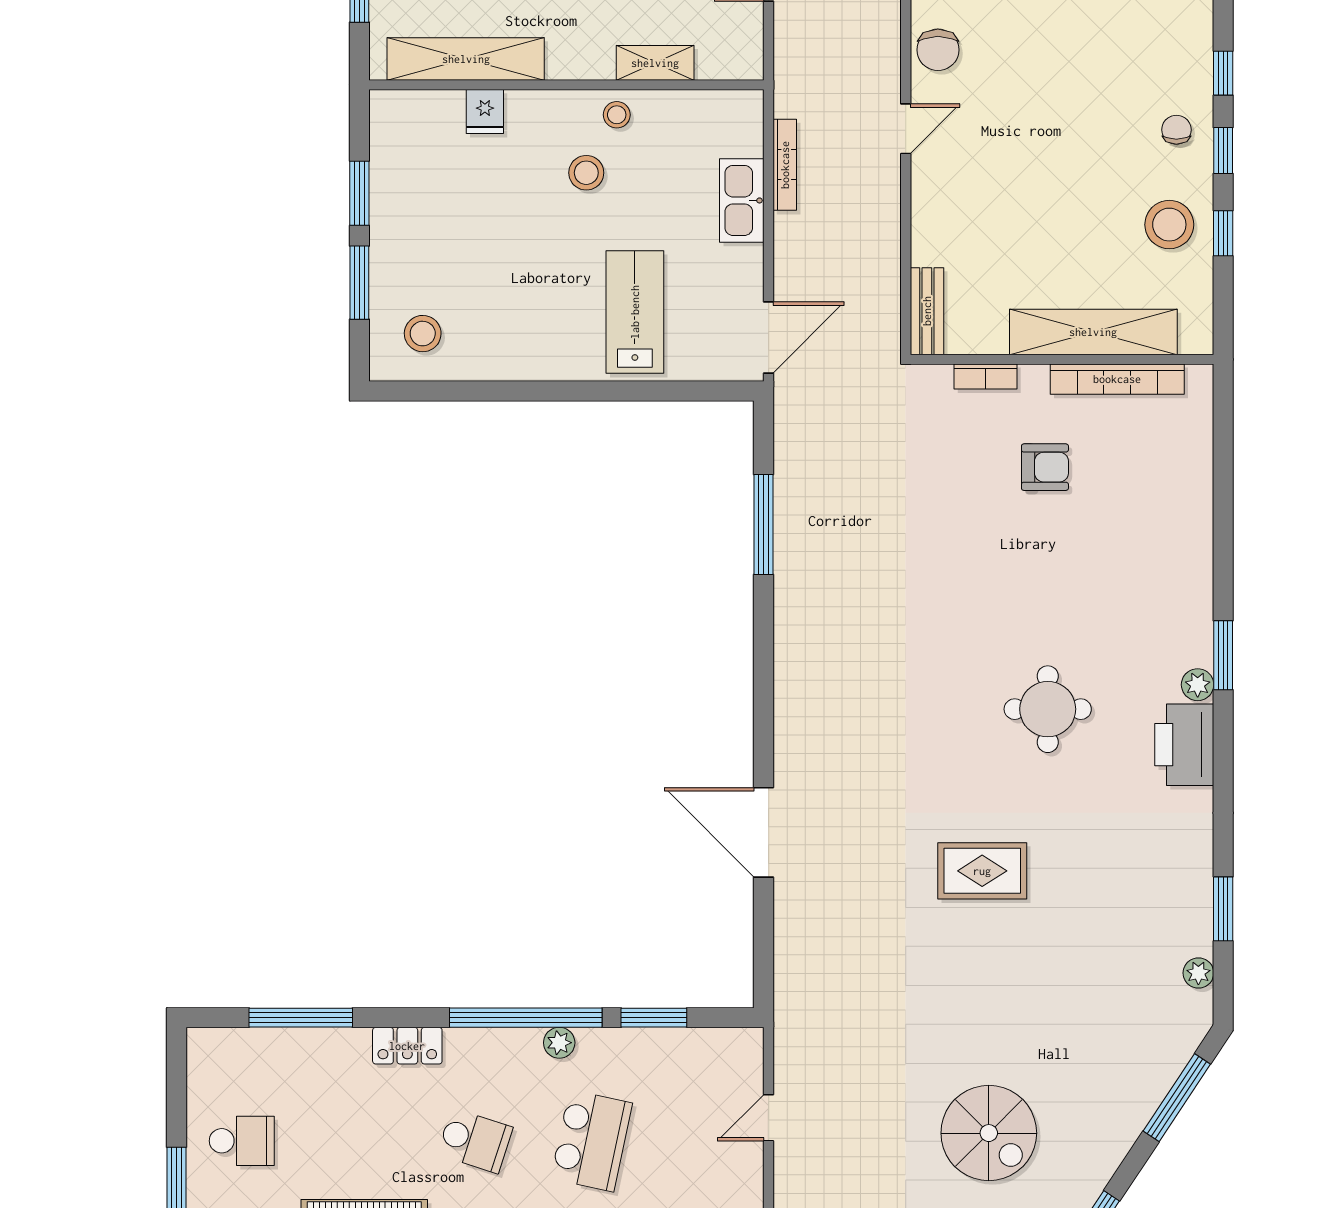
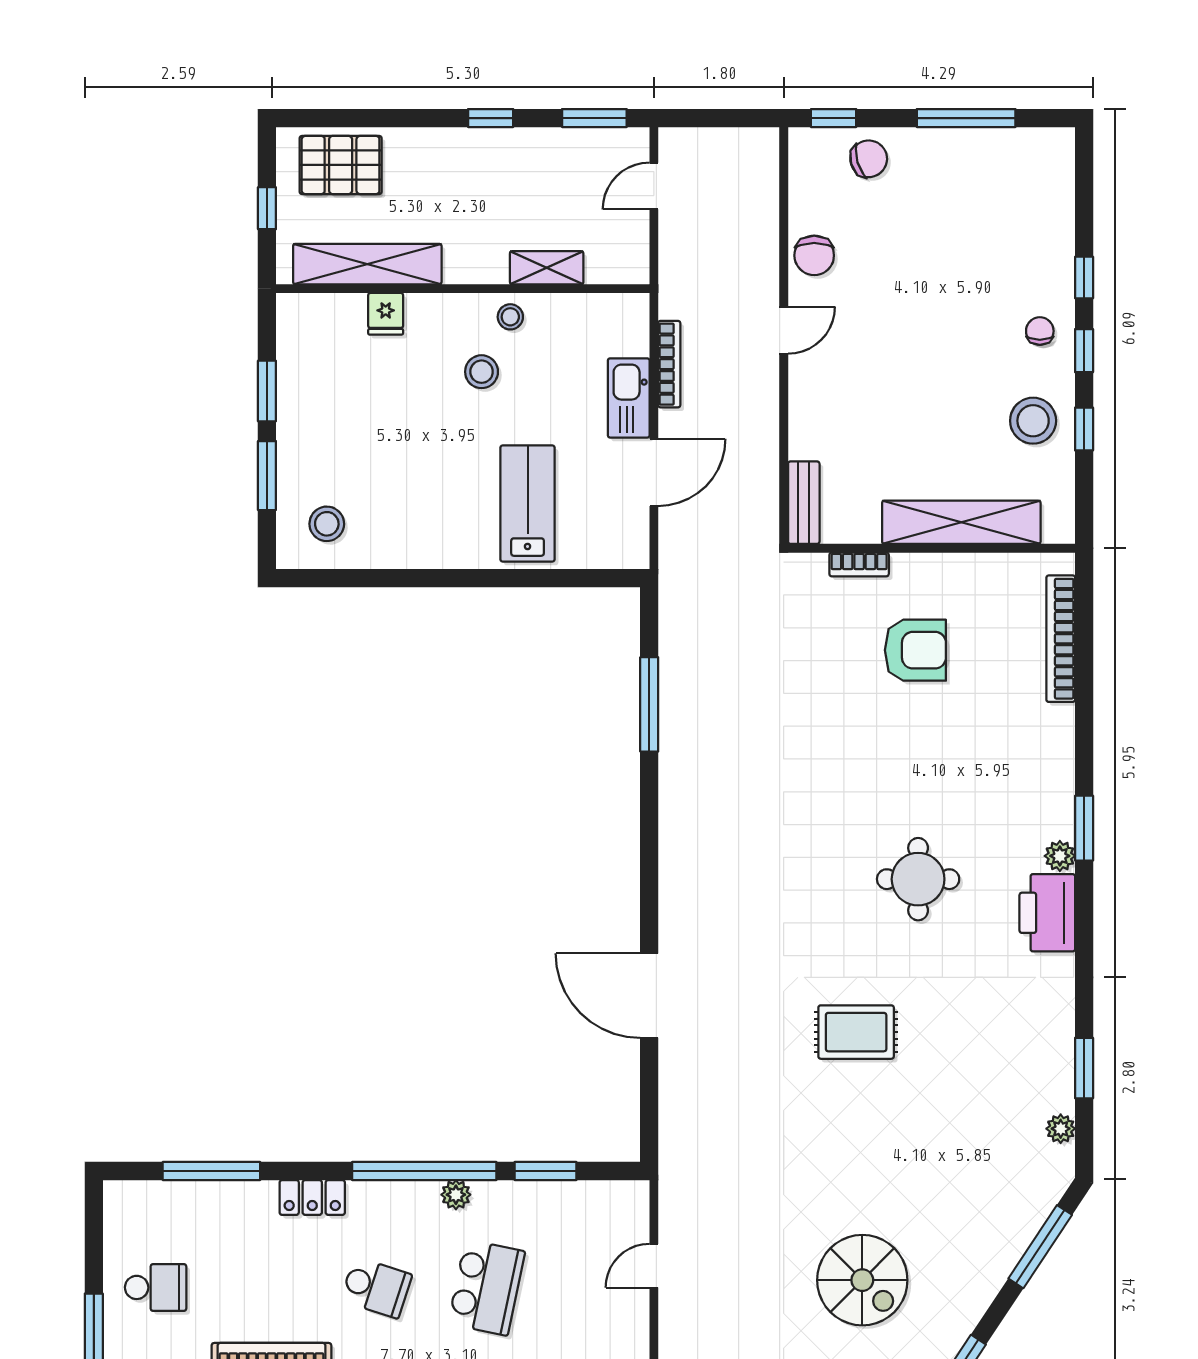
door: (768, 338) -> (654, 472), moved
bookcase: (1117, 379) -> (1061, 639), moved, turned 90
armchair: (1045, 467) -> (915, 650), width x1.38, depth x1.38

